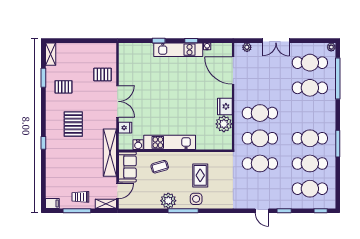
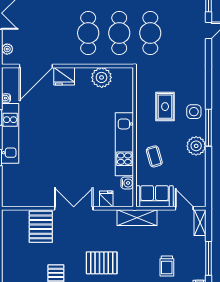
pallet: (103, 75) -> (41, 227), width x1.50, depth x1.42
fridge: (225, 106) -> (64, 76), moved
shelving: (110, 153) -> (137, 218), width x0.68
rug: (200, 175) -> (165, 107), turned 90
trolley: (80, 197) -> (167, 266), moved

